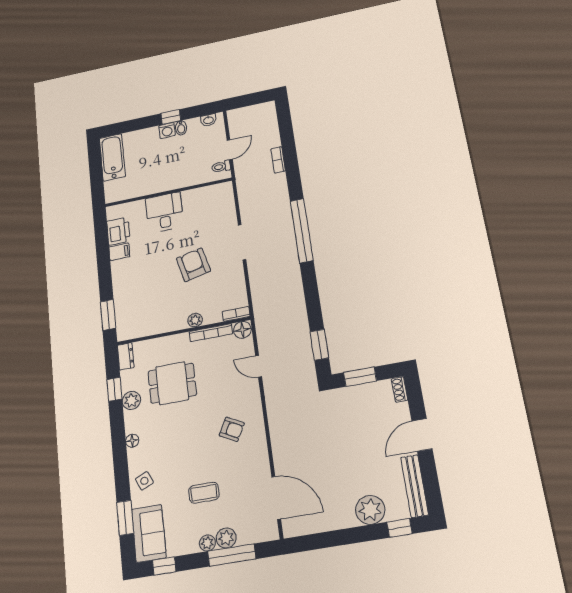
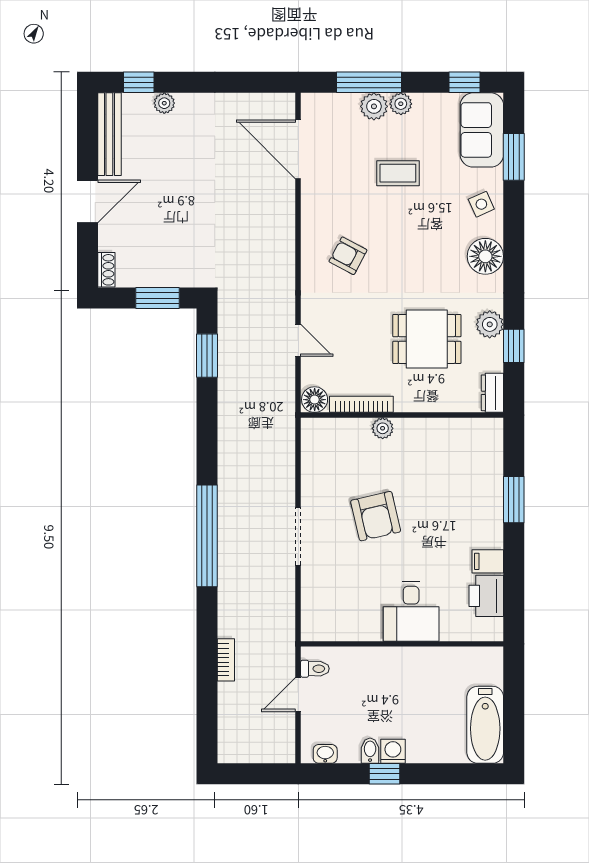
bookcase: (236, 314) -> (321, 426), removed
window: (108, 315) -> (514, 500), moved
floor lamp: (132, 441) -> (485, 256), width x1.89, depth x1.89
plant: (370, 510) -> (164, 103), width x0.53, depth x0.53

